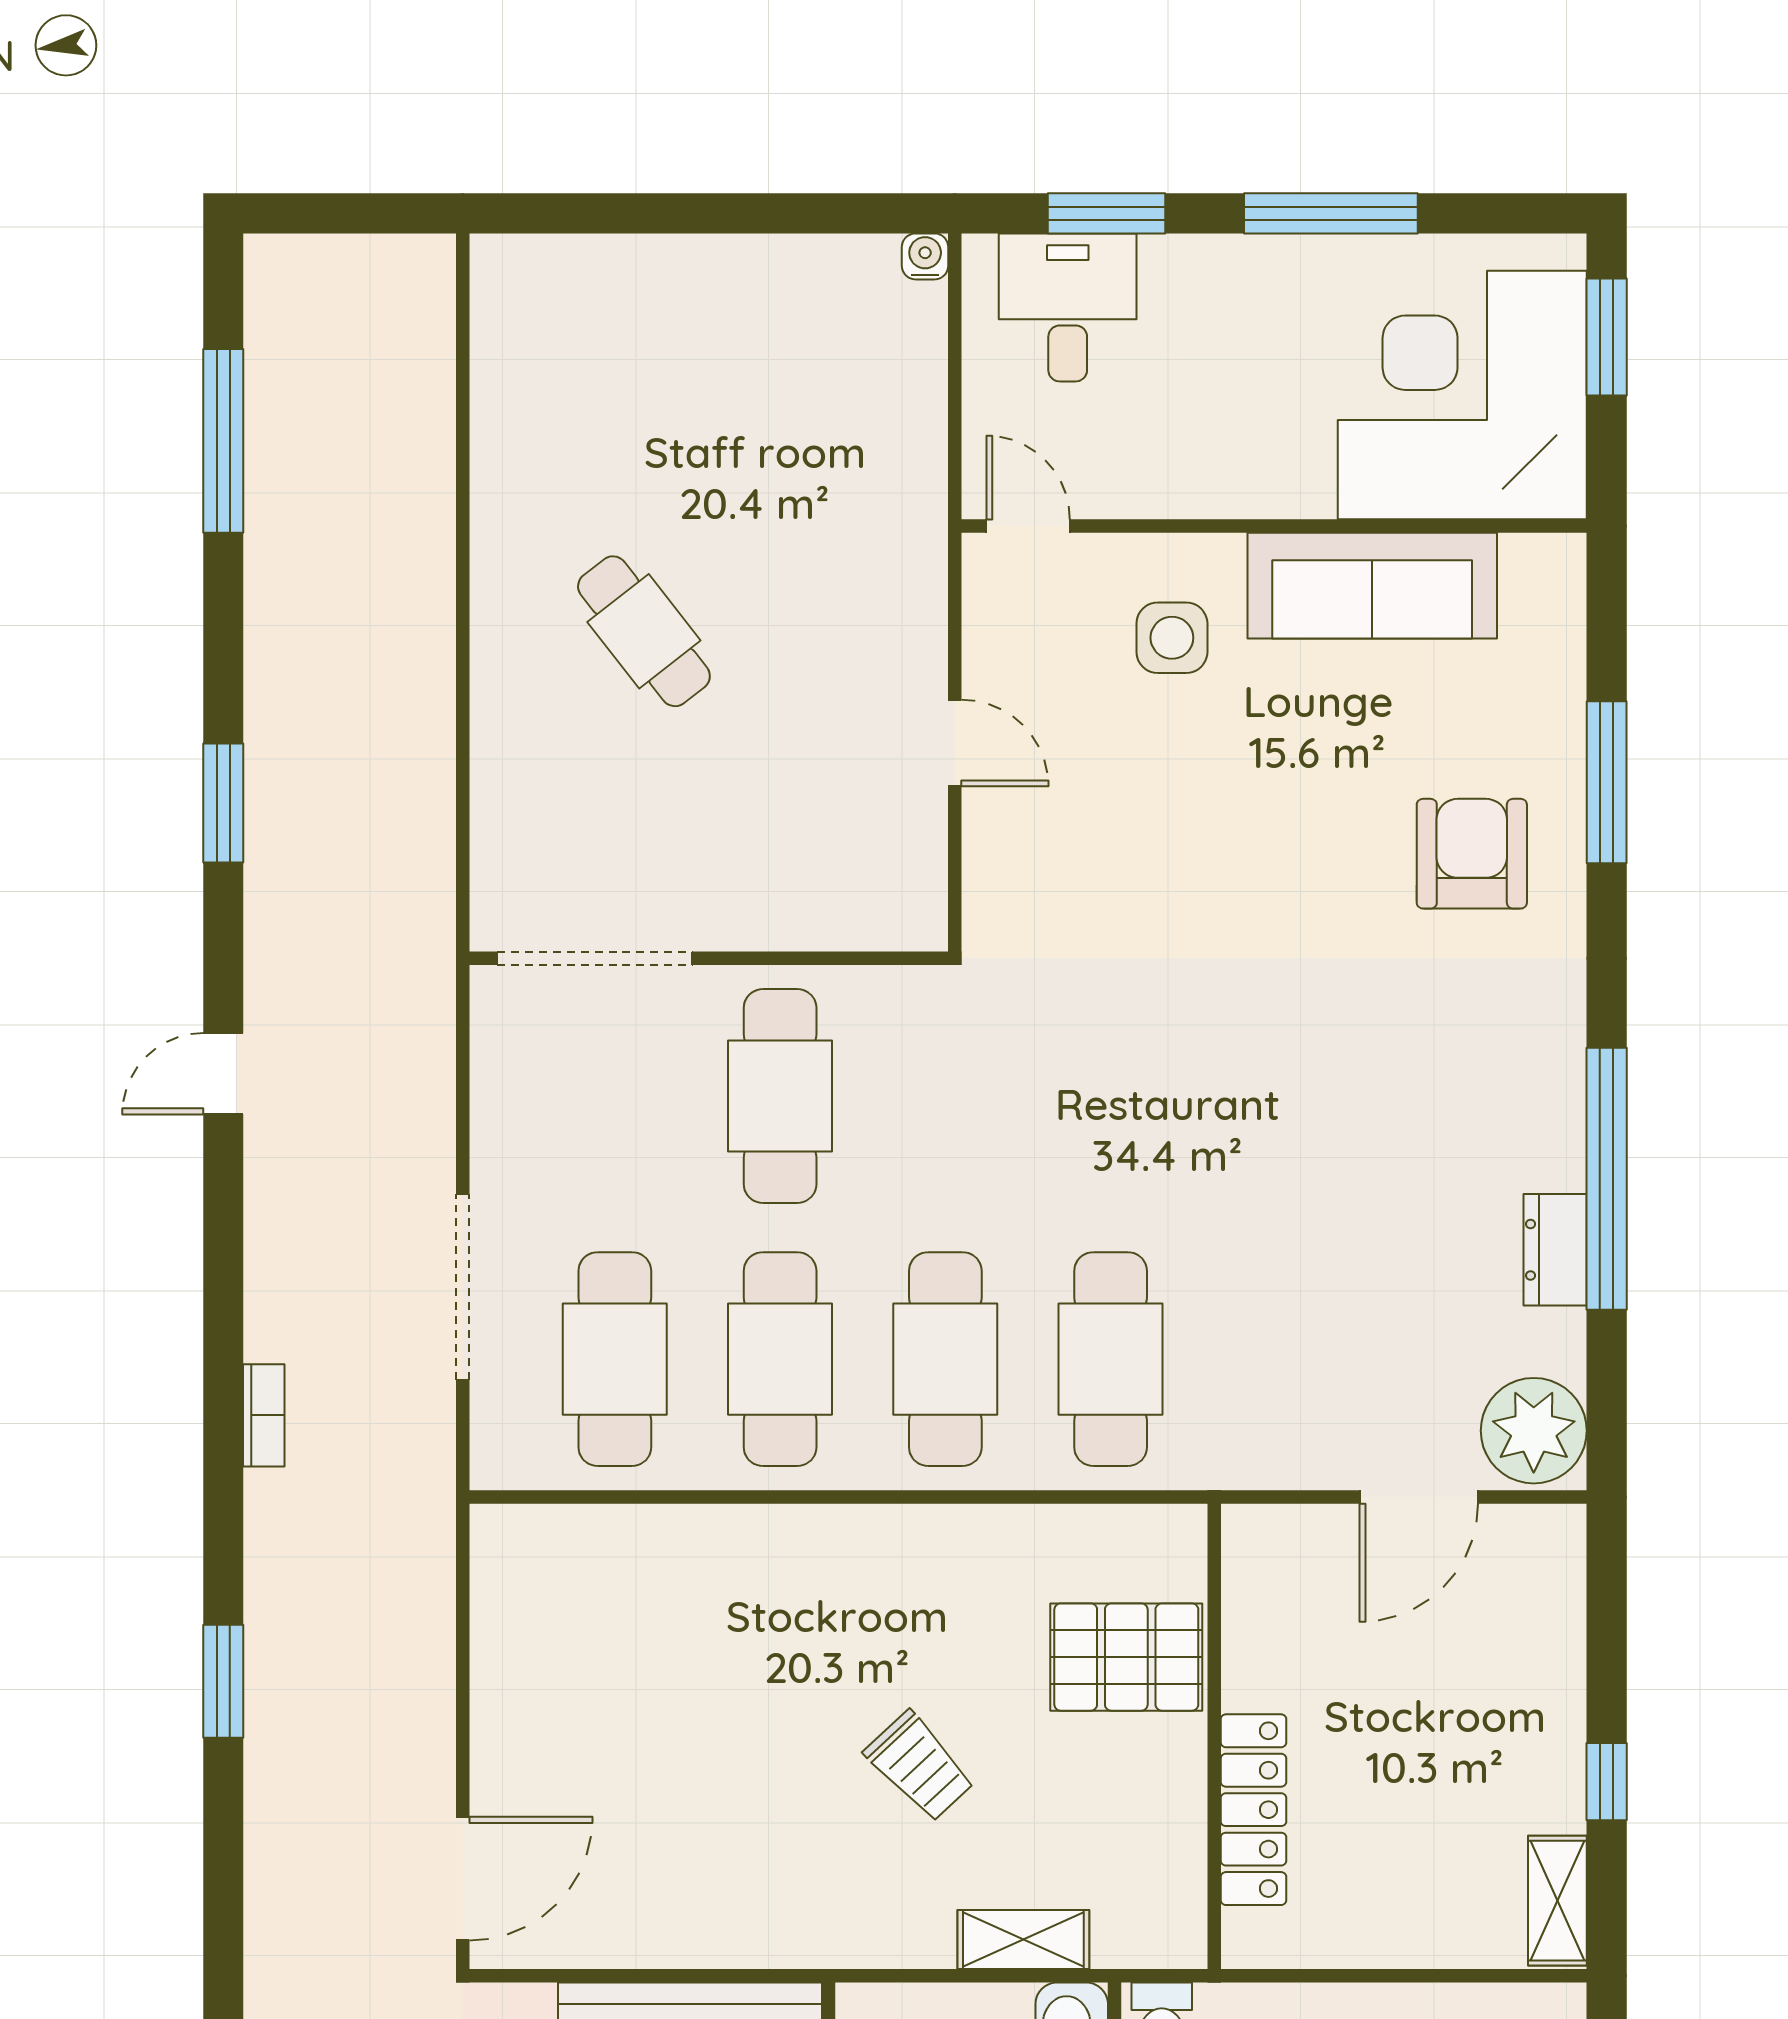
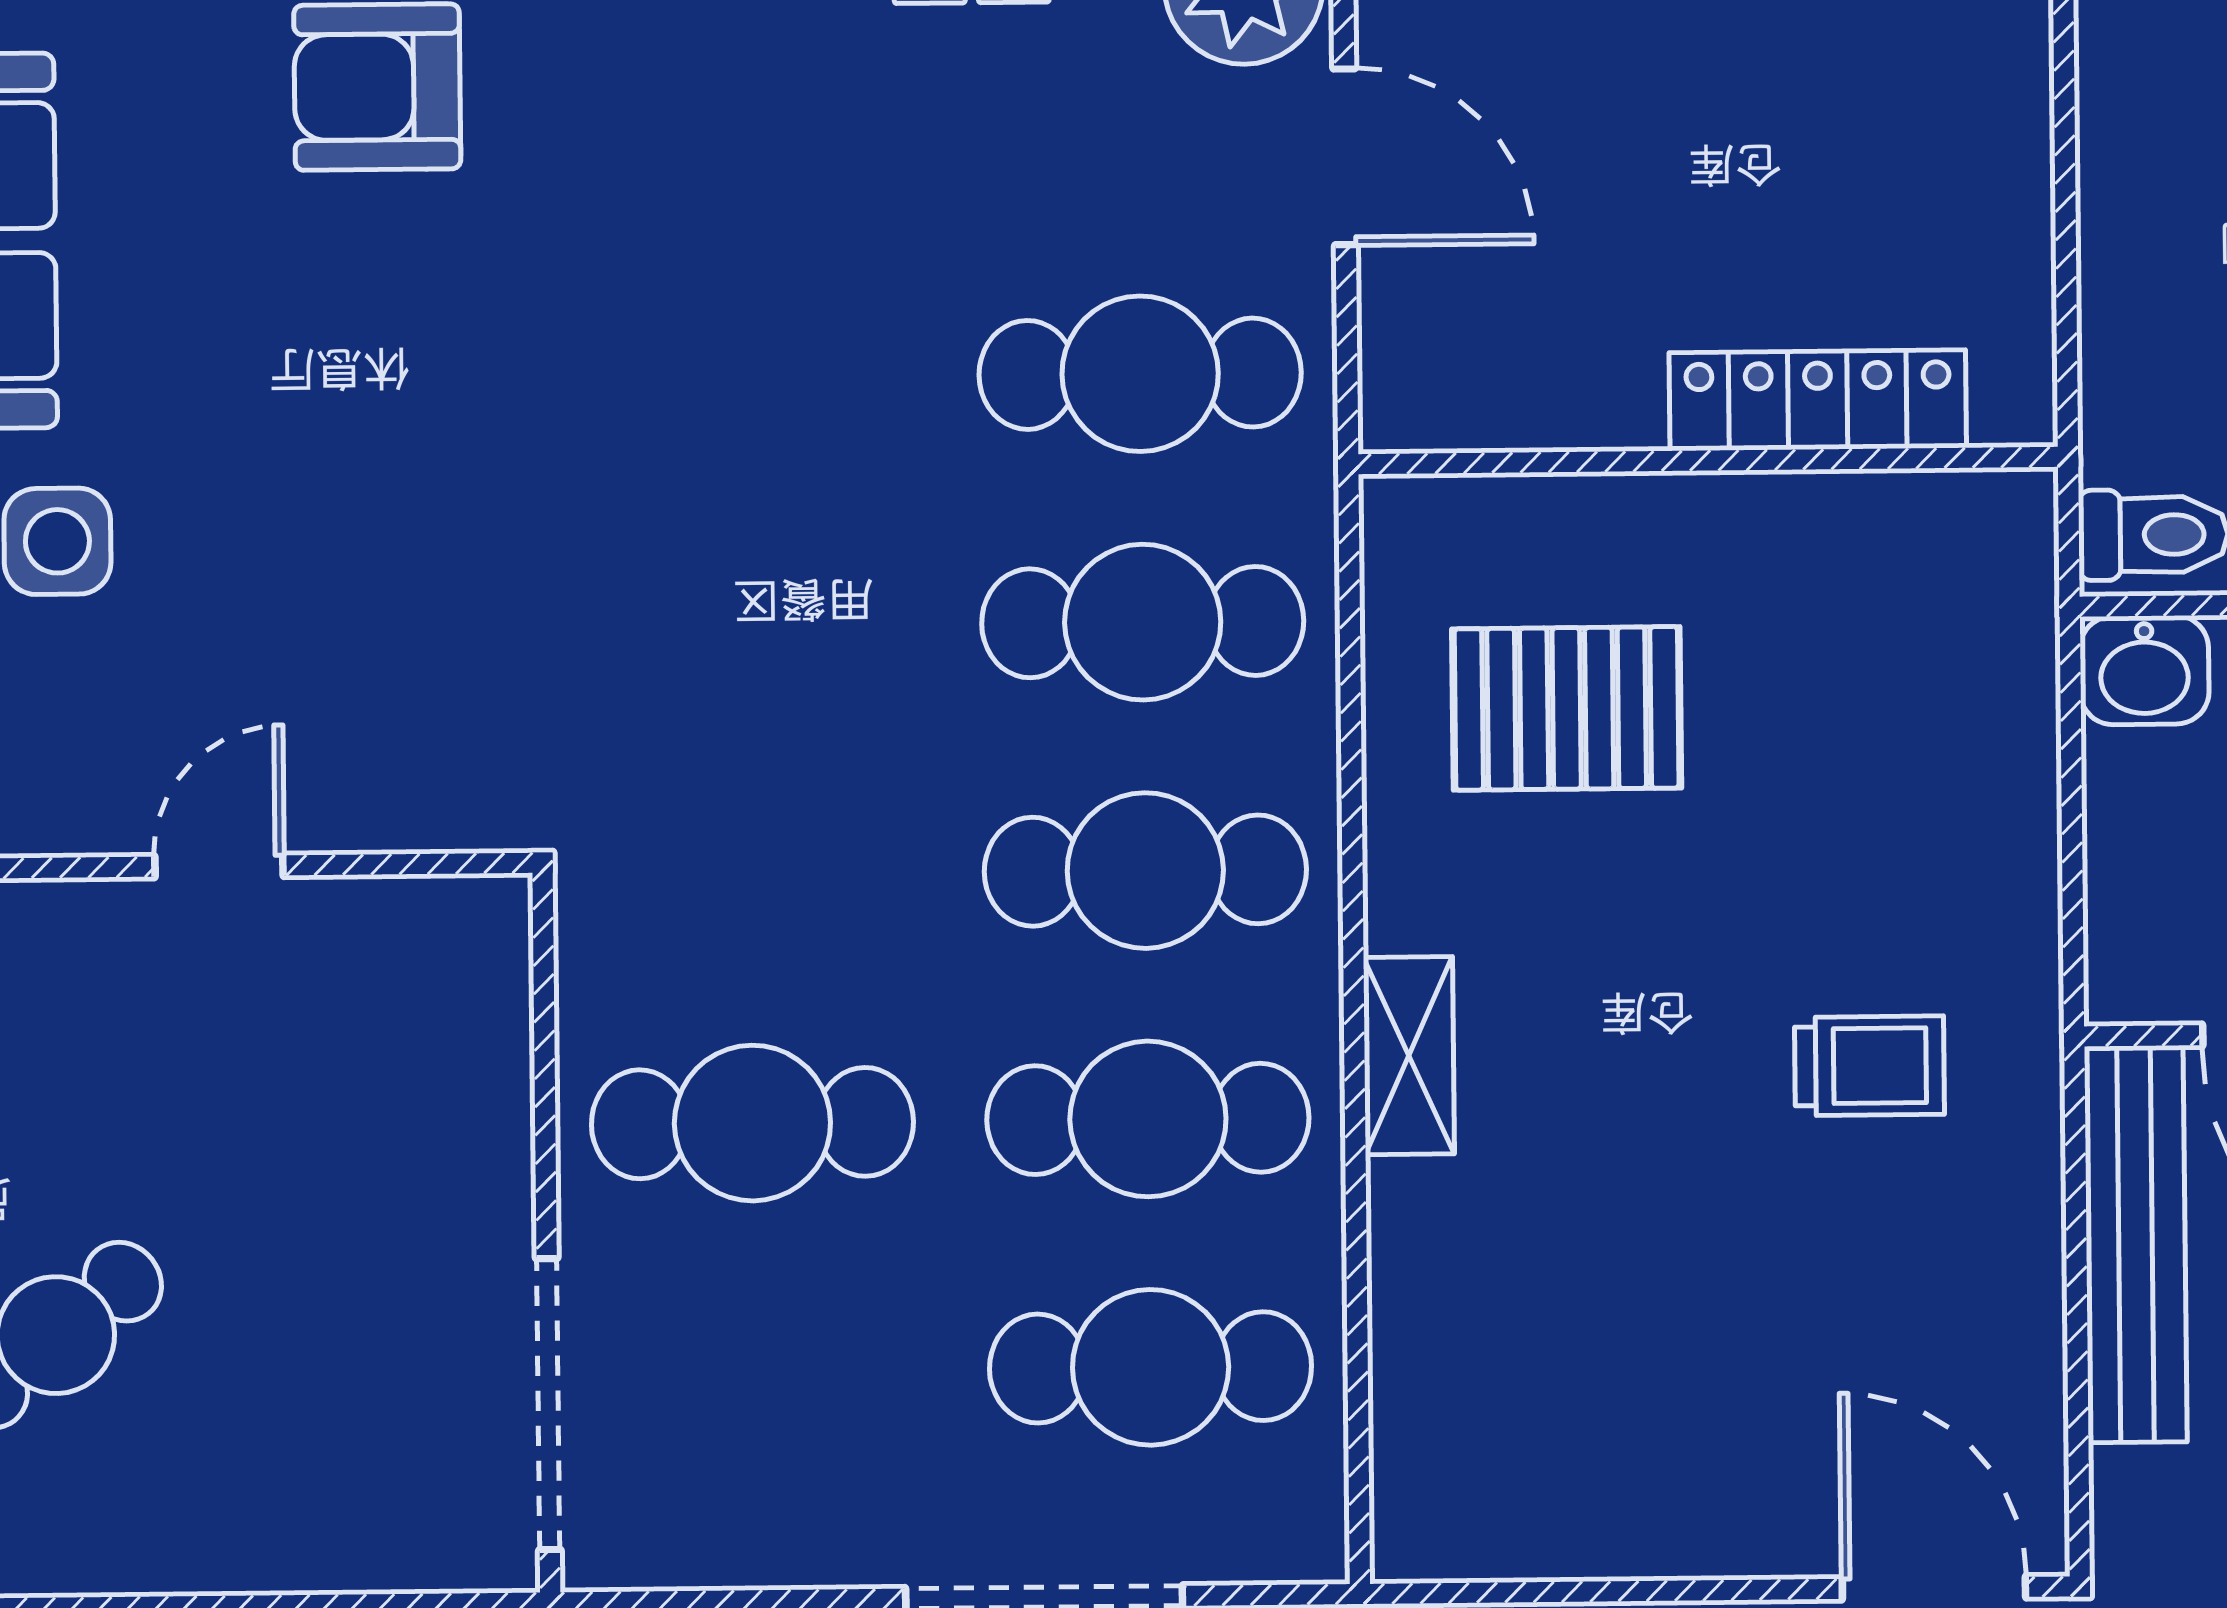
cafe table: (1276, 1359) -> (1140, 374), added
pallet: (1126, 1657) -> (1567, 708), moved, turned 90
trolley: (920, 1766) -> (1869, 1066), moved, turned 43
shelving: (1023, 1940) -> (1409, 1056), moved

